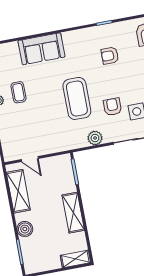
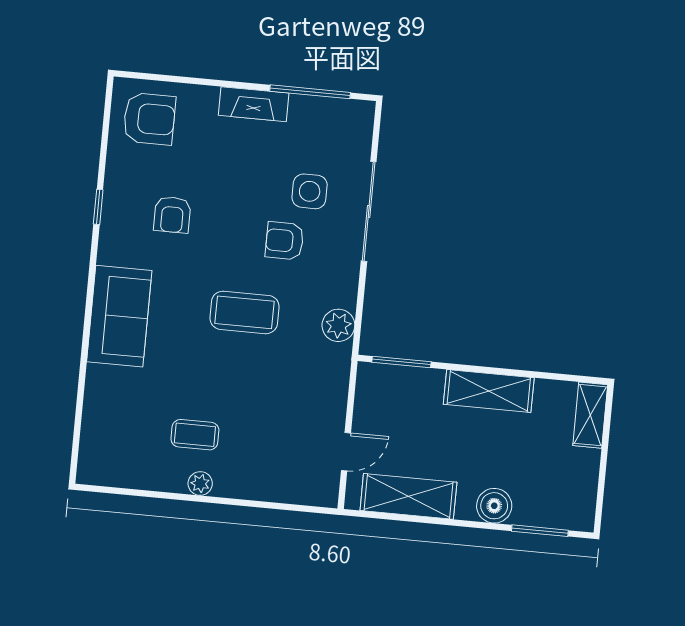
sofa: (41, 49) -> (119, 316), moved
coffee table: (77, 98) -> (245, 312), width x0.73, depth x0.76
plant: (95, 138) -> (338, 325), moved

